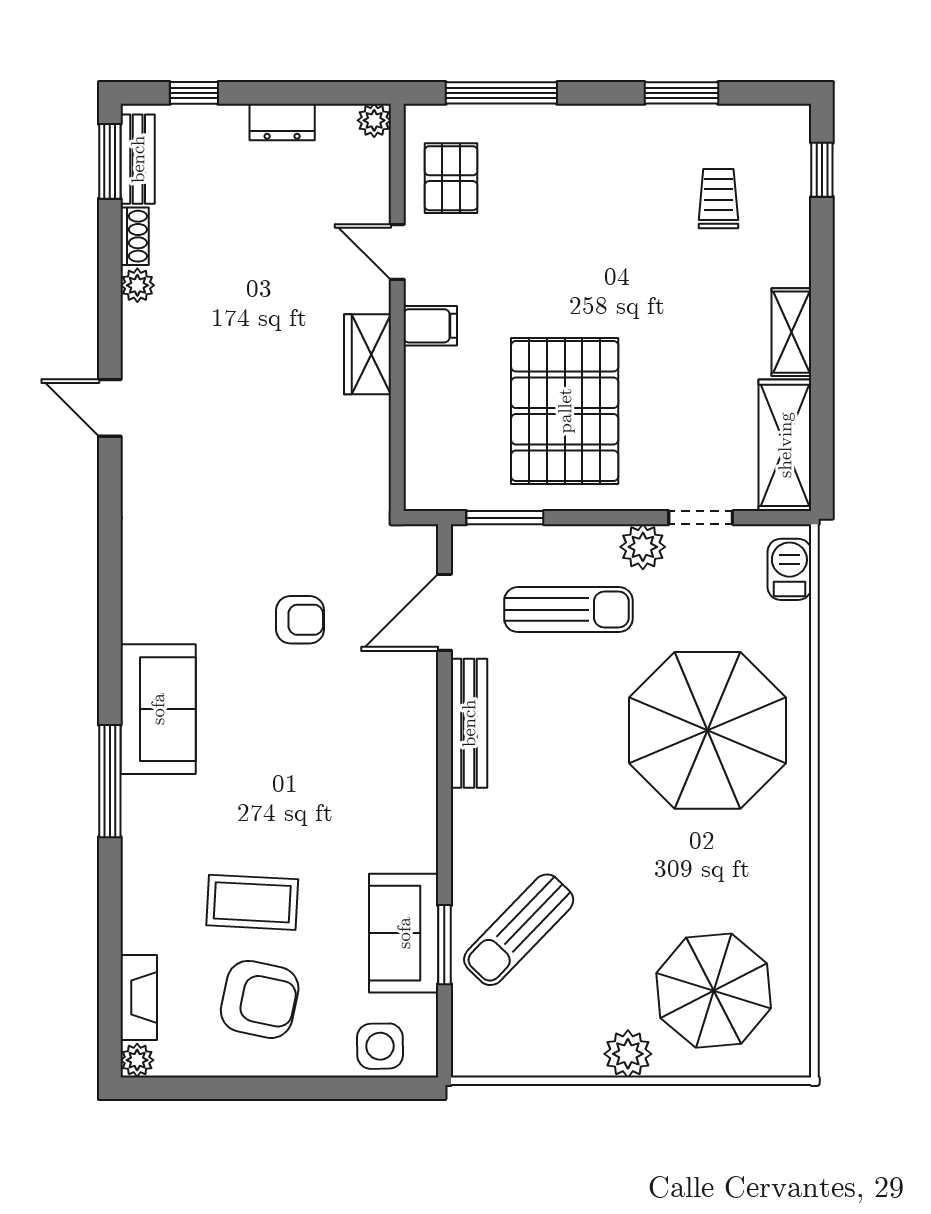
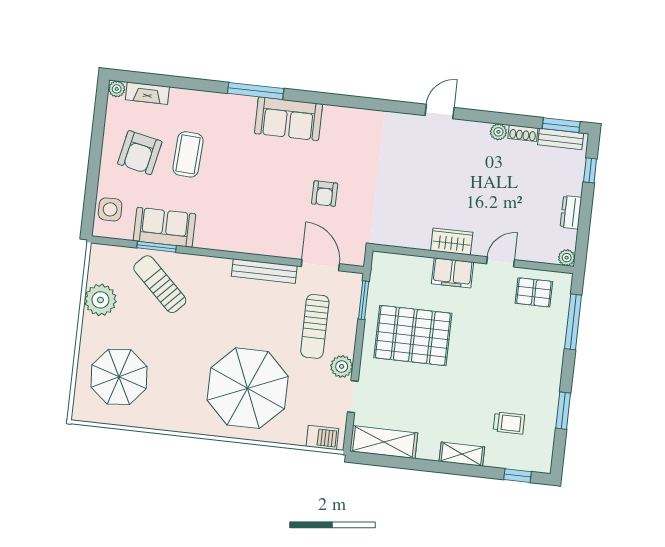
filing cabinet: (430, 326) -> (452, 273), width x2.00
shelving: (791, 332) -> (462, 454), moved
plant: (628, 1054) -> (100, 300), moved, width x1.36, depth x1.36

